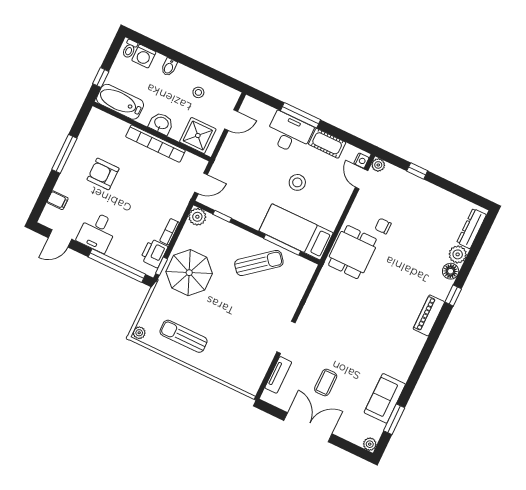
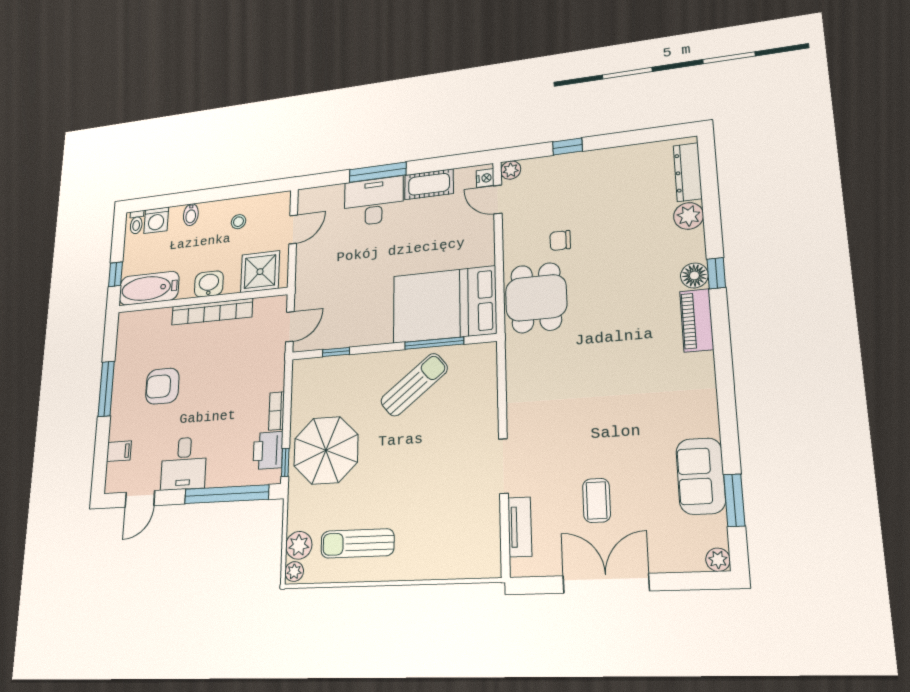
stool: (297, 182) -> (414, 253), removed
plant: (197, 217) -> (299, 545), moved
bed: (296, 232) -> (444, 304), width x1.50
floor lamp: (451, 271) -> (694, 275), moved

